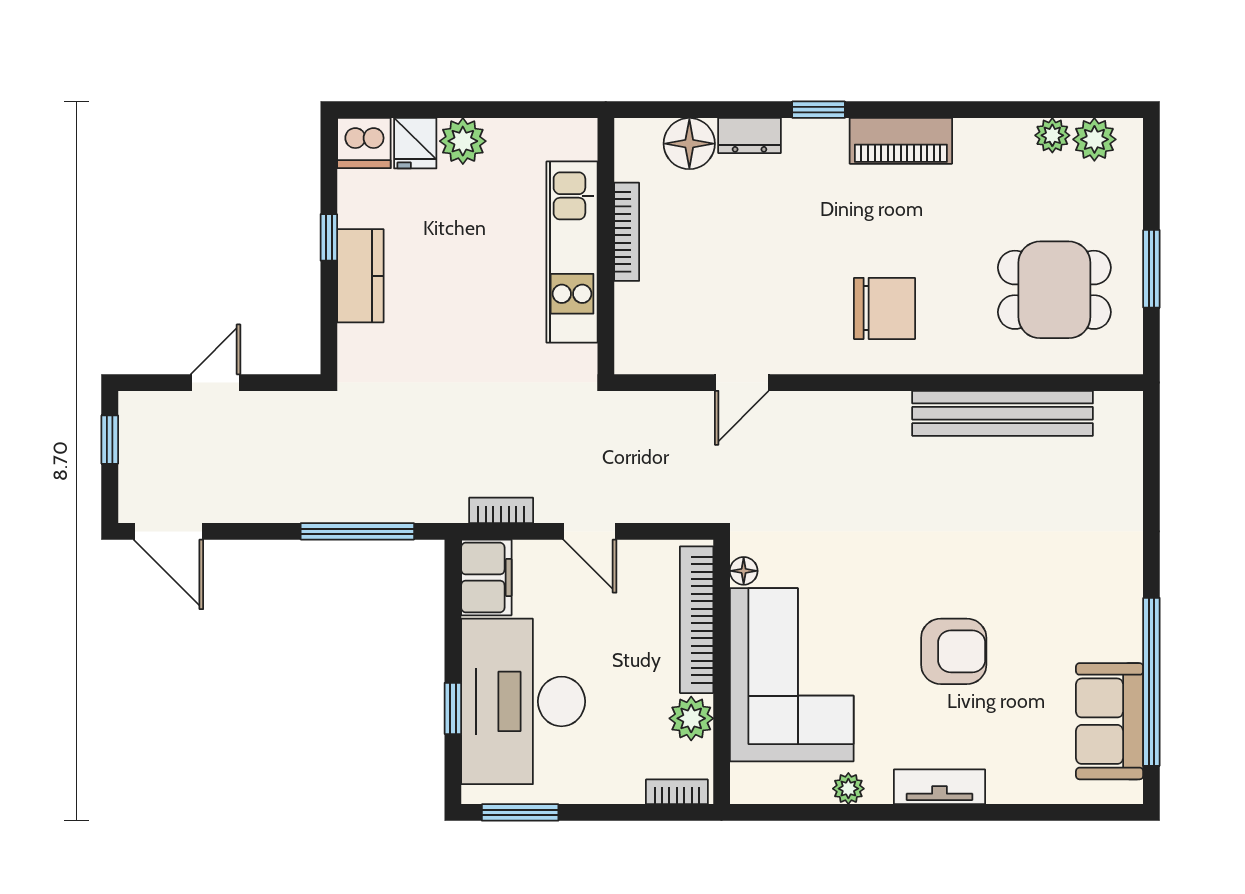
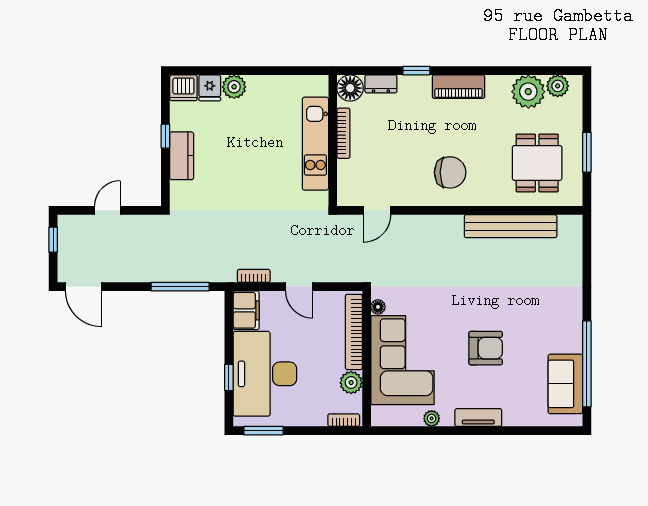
plant: (1052, 135) -> (528, 92), width x1.87, depth x1.87
bookcase: (627, 232) -> (343, 133), moved
wall: (606, 246) -> (333, 141), moved
kitchen unit: (572, 252) -> (315, 144), moved
dining table: (1054, 290) -> (537, 163), turned 90

